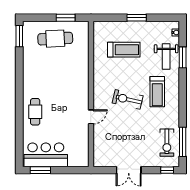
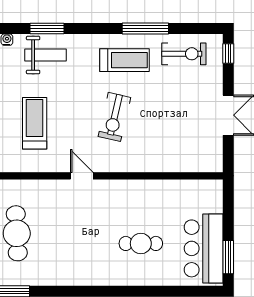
treadmill: (157, 92) -> (124, 60), moved
cafe table: (35, 112) -> (141, 243), moved
door: (91, 117) -> (82, 176), moved
window: (183, 142) -> (145, 28), moved

